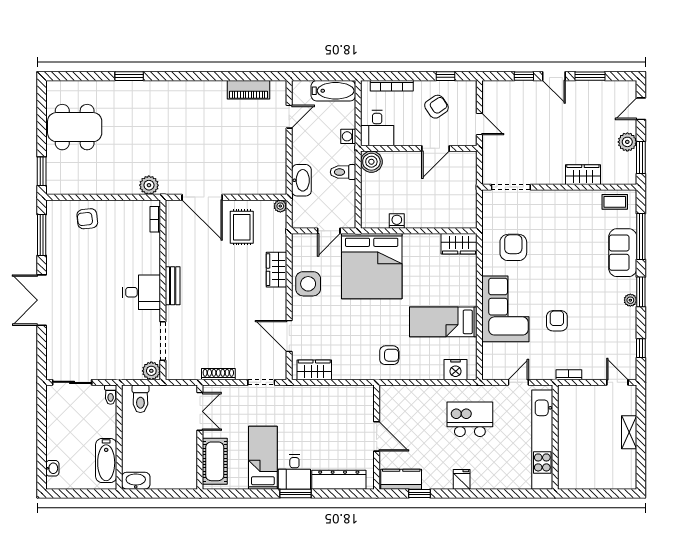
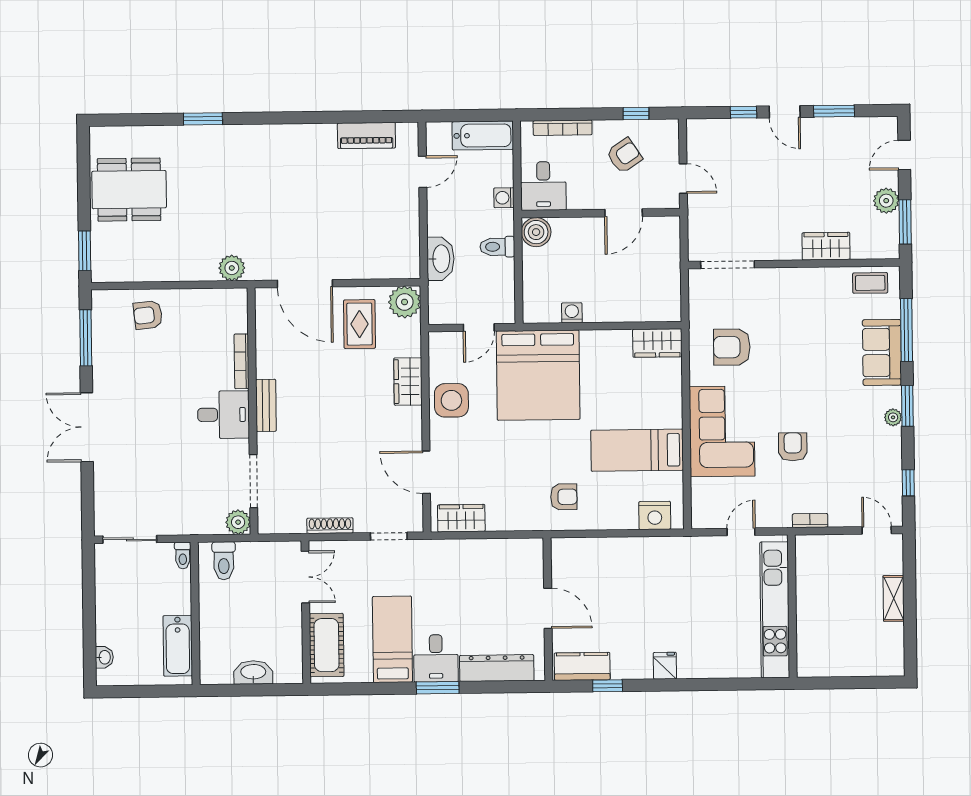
plant: (280, 206) -> (405, 302), width x1.88, depth x1.88
bookcase: (155, 219) -> (242, 361), moved, width x1.56
armchair: (513, 247) -> (732, 347), turned -90
kitchen island: (470, 419) -> (675, 583), removed
washbasin: (136, 481) -> (253, 672), moved

